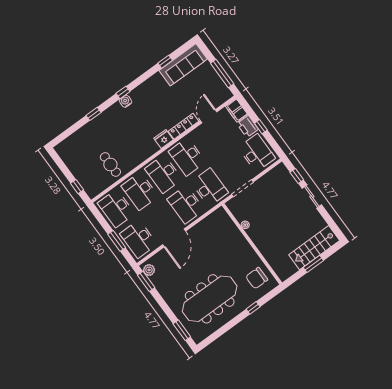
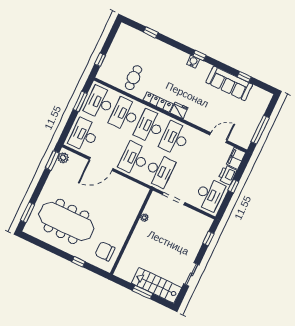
sofa: (183, 65) -> (229, 83), moved
window: (94, 114) -> (151, 32), moved
locker: (183, 126) -> (158, 102), moved
sliding door: (312, 197) -> (191, 274), moved
window: (117, 241) -> (80, 101), moved

